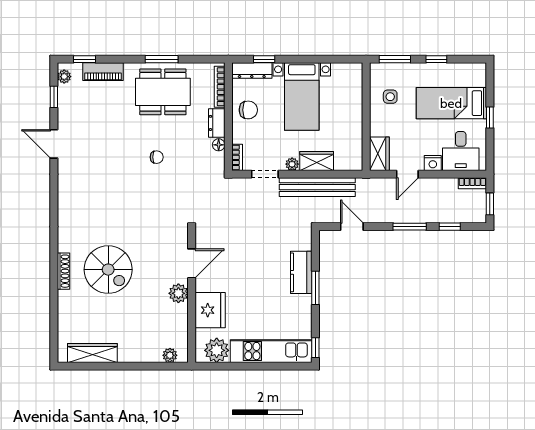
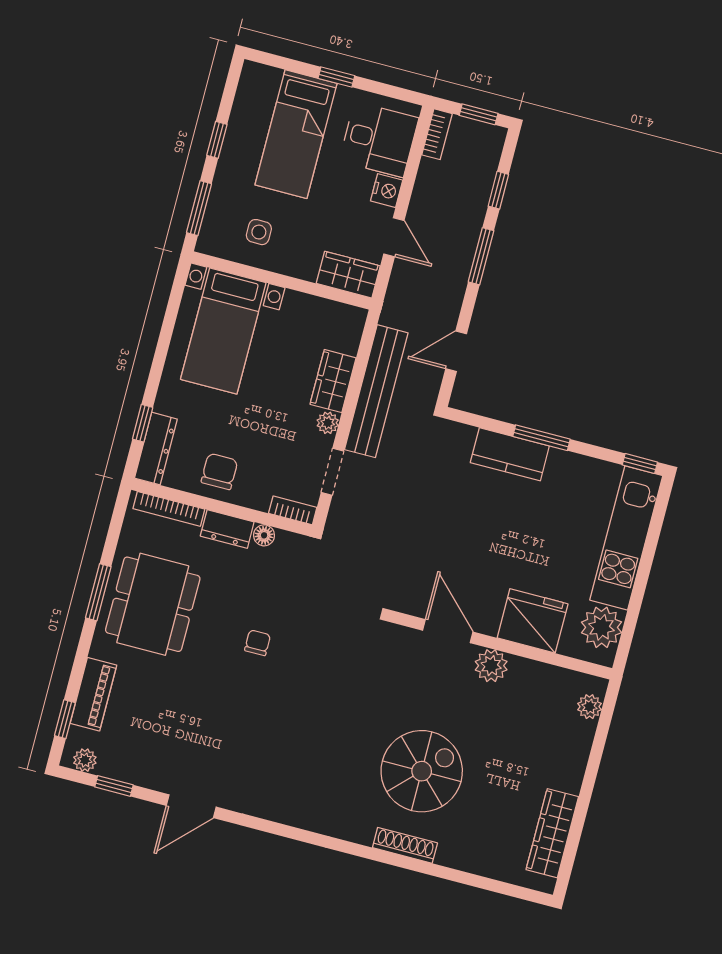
bed with nightstands: (302, 96) -> (223, 331), moved, turned 90

